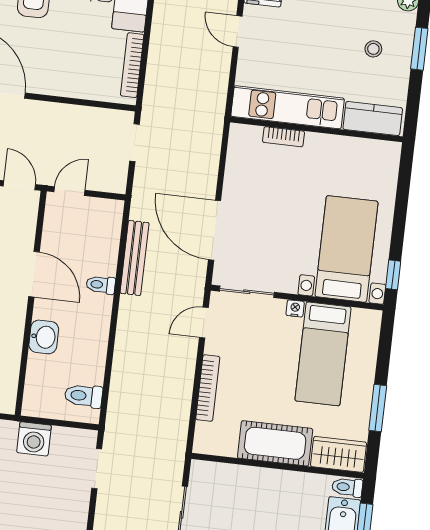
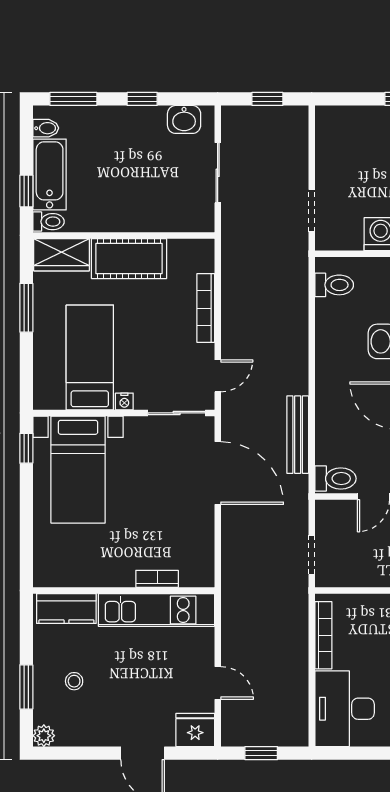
toilet: (101, 285) -> (335, 479), moved, width x1.37, depth x1.39

